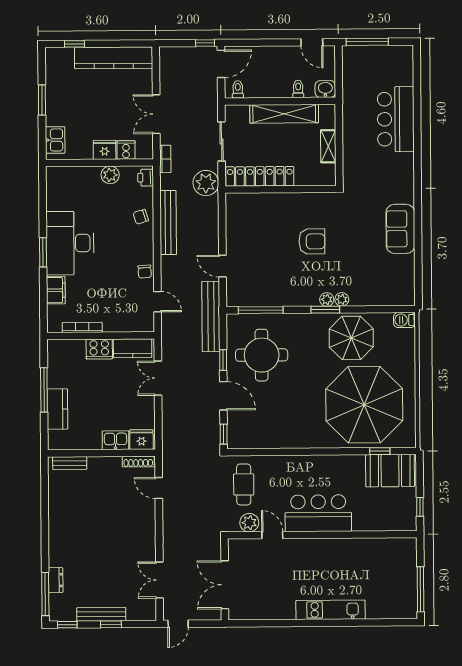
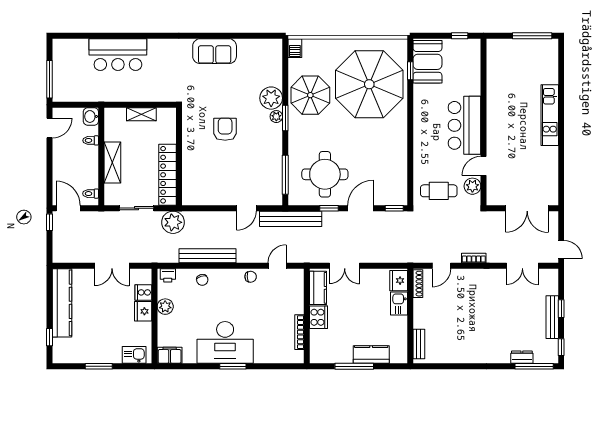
shelving: (284, 114) -> (112, 162), width x0.68
bookcase: (165, 159) -> (474, 258), moved
filing cabinet: (56, 290) -> (170, 355), moved
plant: (342, 299) -> (271, 98), width x1.87, depth x1.87

